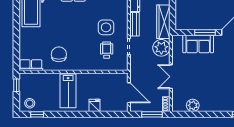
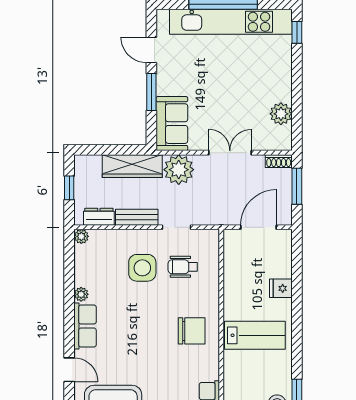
sofa: (198, 44) -> (172, 124), moved
chair: (59, 54) -> (192, 331), moved, turned 180
double door: (171, 77) -> (230, 153), swing flipped

